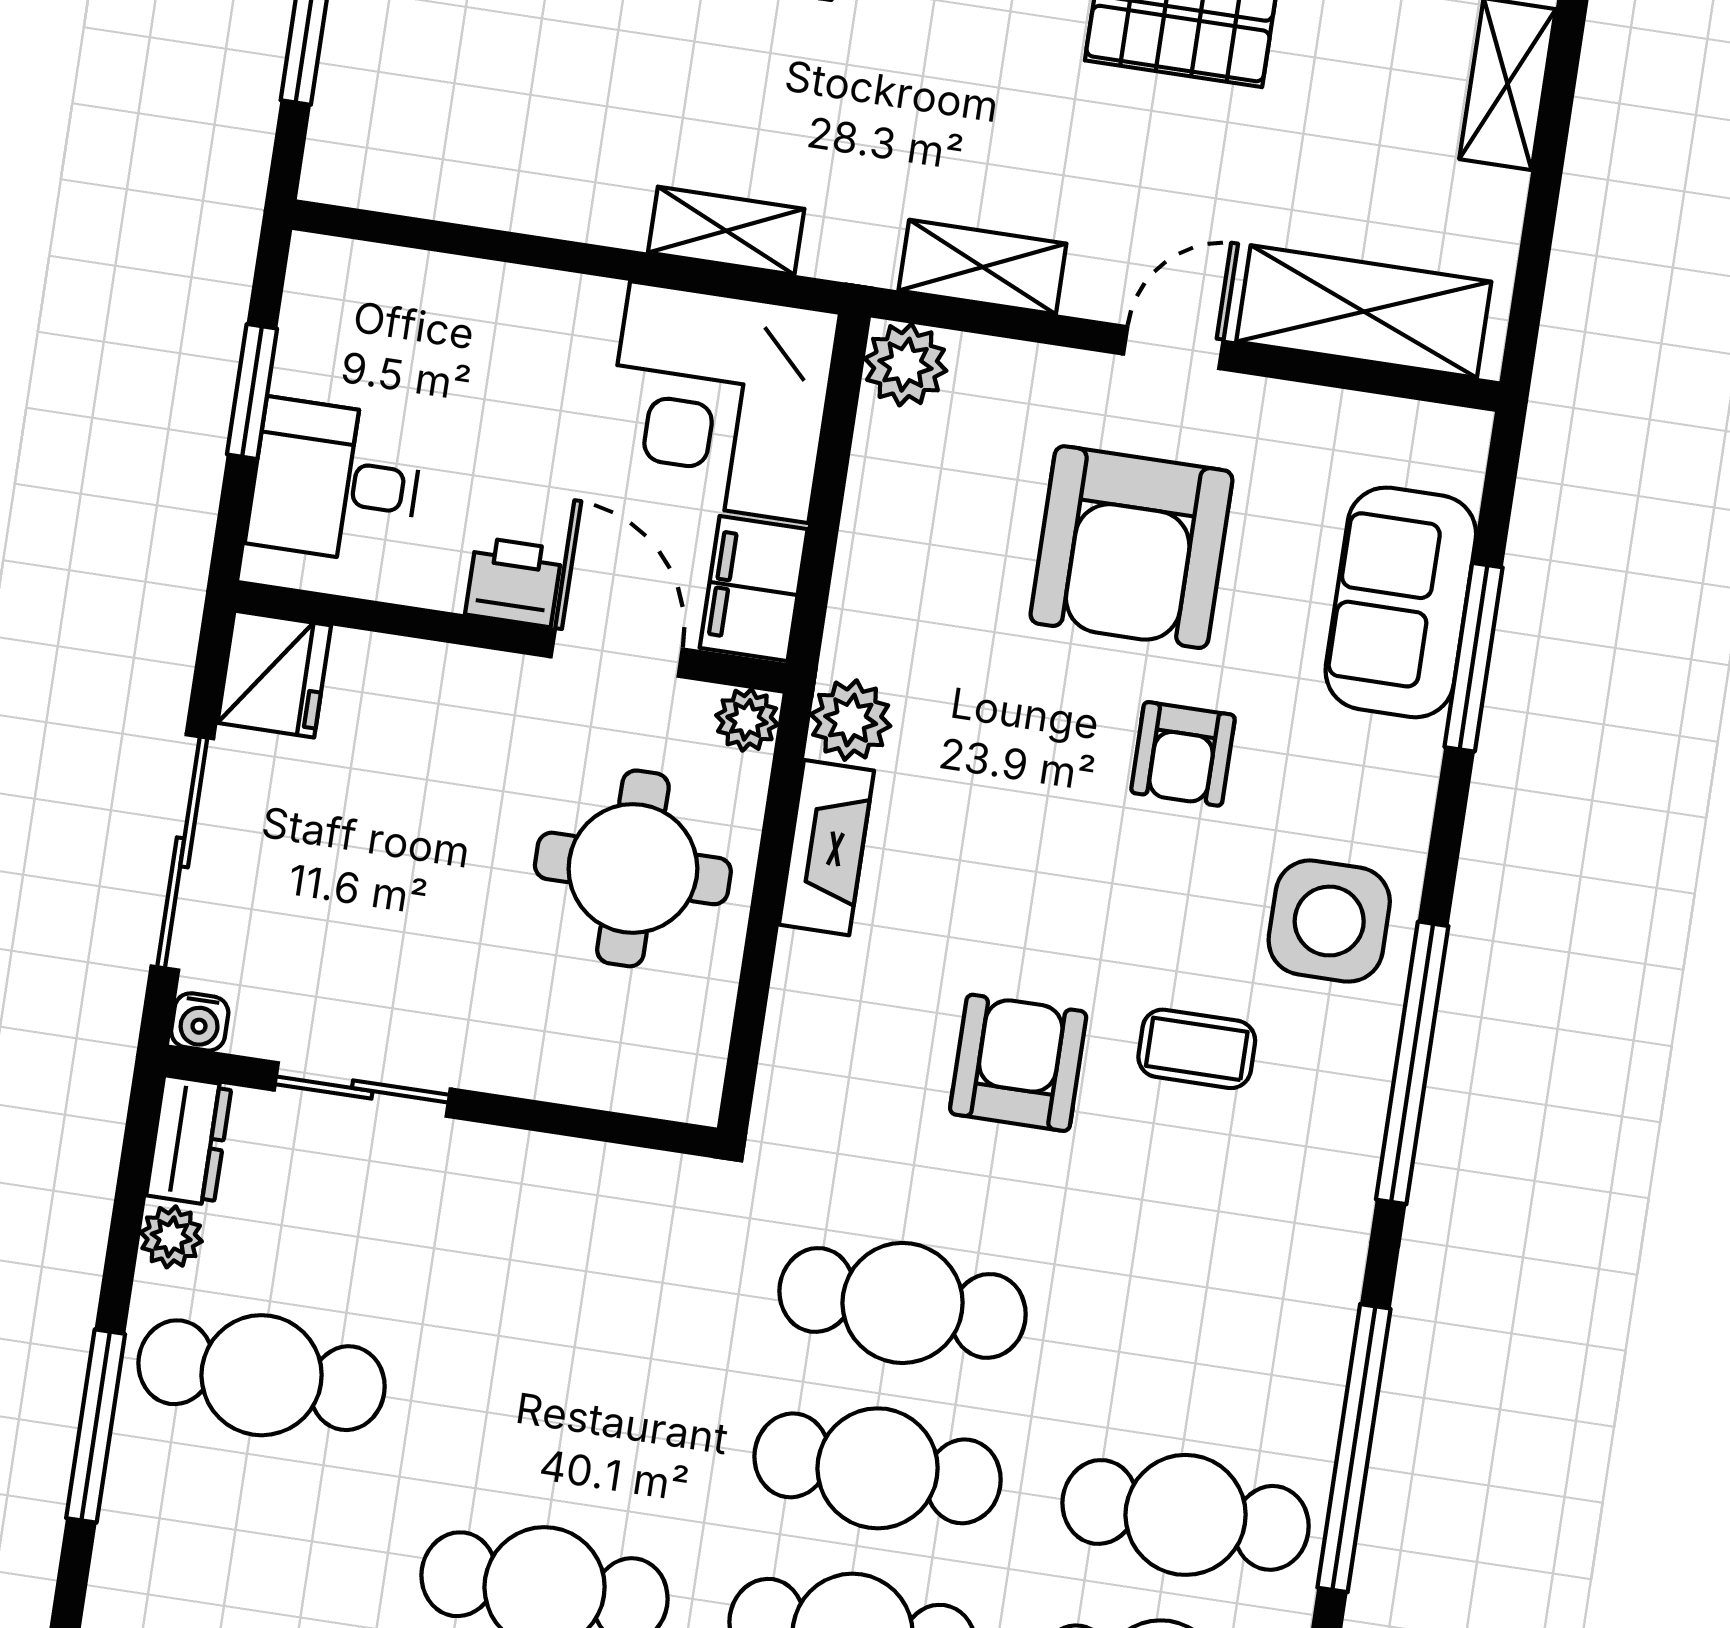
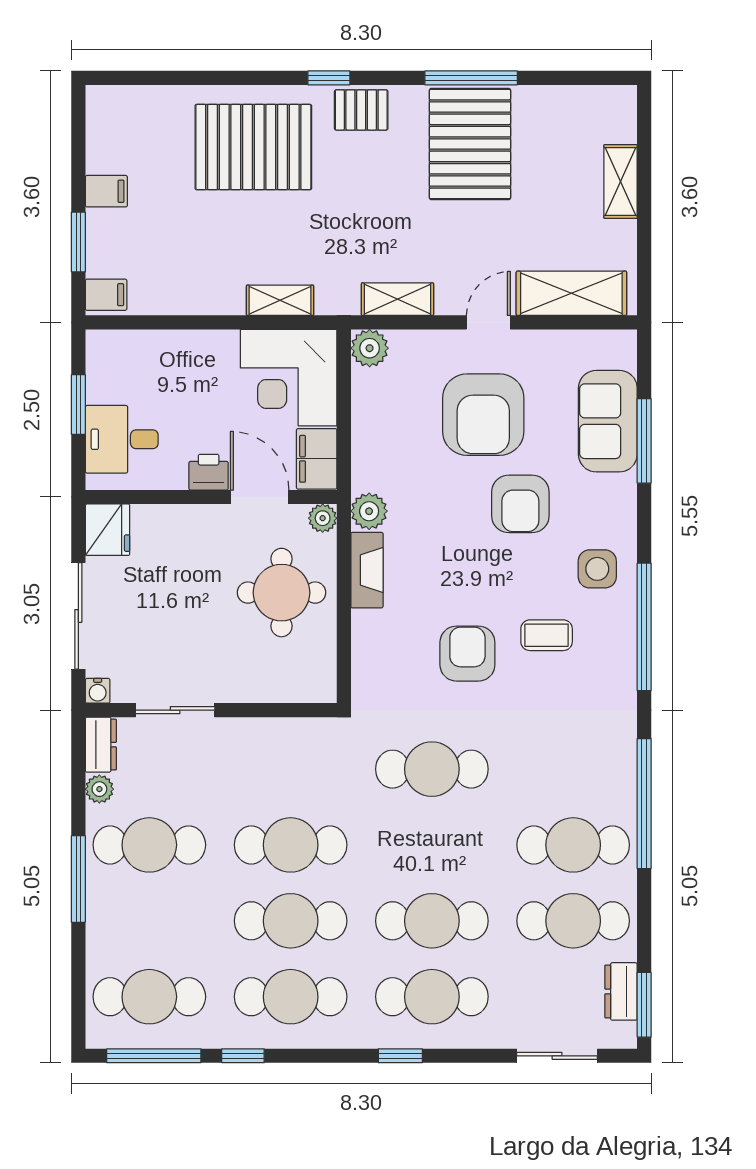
filing cabinet: (349, 161) -> (106, 295), added
armchair: (1183, 754) -> (520, 504), width x1.38, depth x1.38
side table: (1329, 921) -> (597, 569), width x0.73, depth x0.73
cafe table: (878, 1468) -> (291, 845), moved

